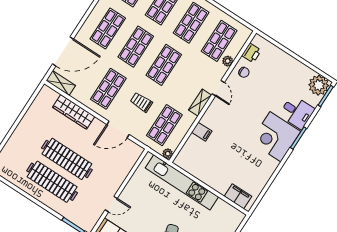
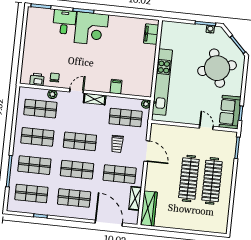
shelving: (61, 83) -> (135, 198), moved
plant: (319, 85) -> (35, 16), removed
wardrobe: (74, 112) -> (149, 209), moved

